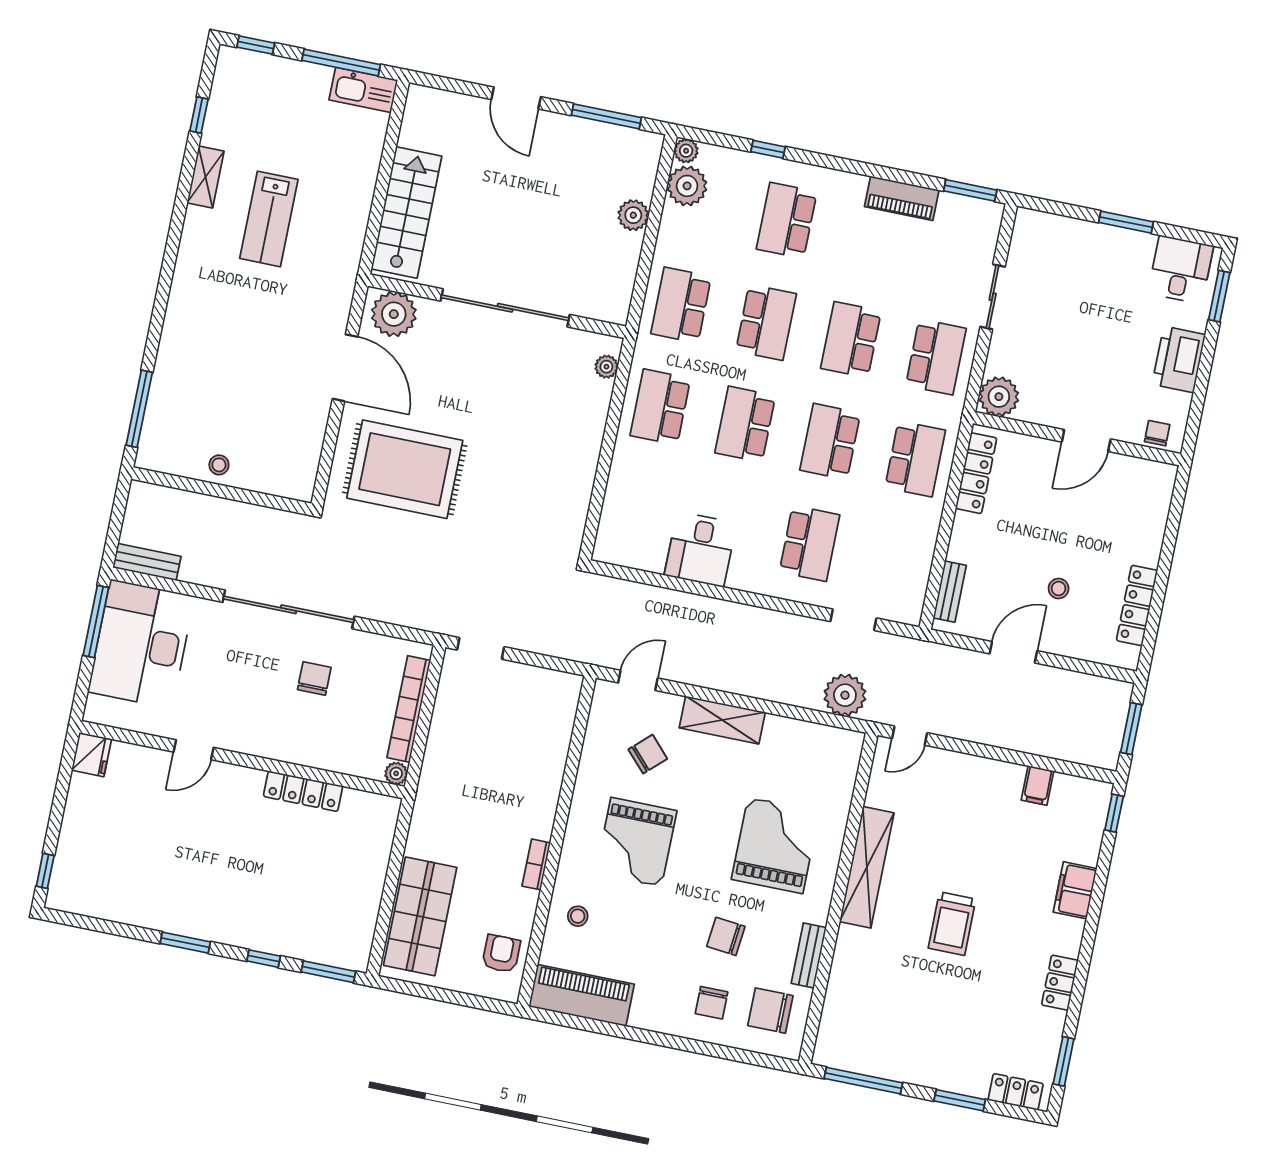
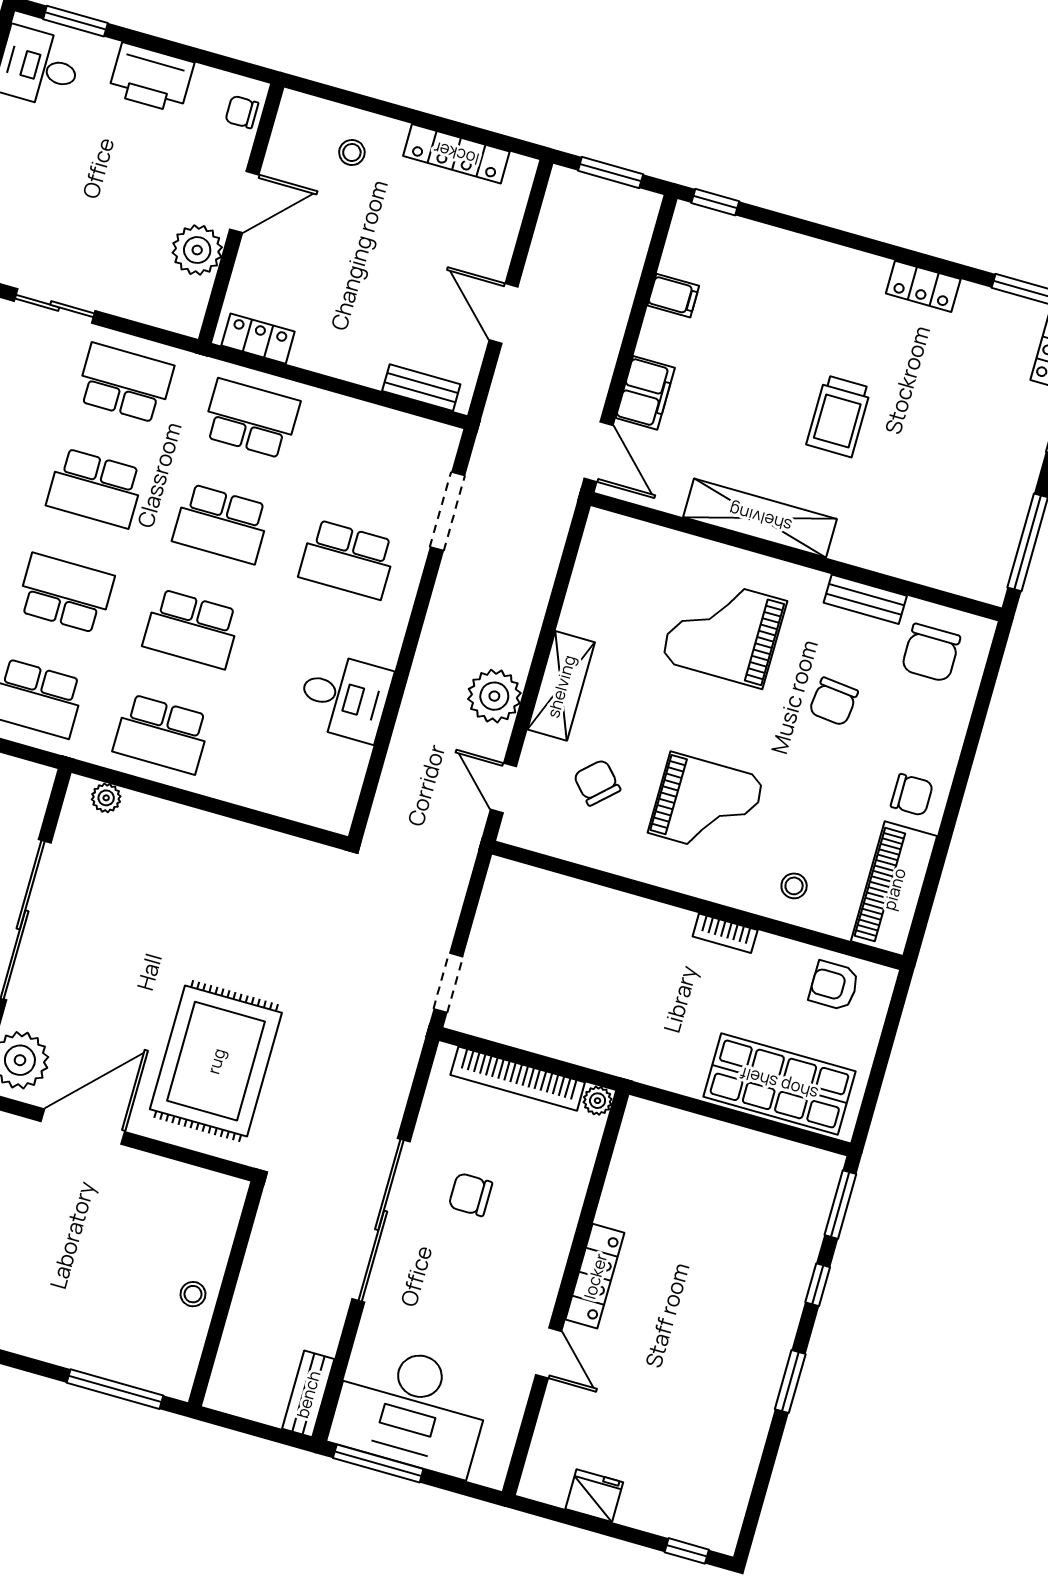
plant: (999, 397) -> (197, 250), moved
door: (1086, 441) -> (244, 202), hinge flipped
locker: (976, 473) -> (258, 339), width x0.66
school desk: (809, 543) -> (348, 559), turned 180
stool: (1059, 588) -> (352, 152), moved
doorway: (853, 620) -> (448, 511), width x1.38
plant: (845, 695) -> (494, 696), moved
door: (910, 736) -> (599, 452), width x1.38
fridge: (91, 755) -> (594, 1496), moved
locker: (303, 791) -> (595, 1276), moved
filing cabinet: (1075, 890) -> (645, 393), moved, turned -90
trolley: (952, 924) -> (839, 416), turned 90
chair: (712, 1003) -> (912, 795), moved

